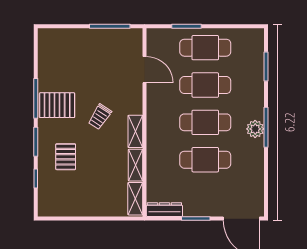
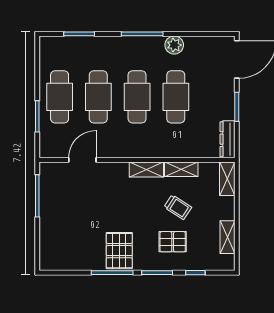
trolley: (100, 117) -> (178, 207), moved
plant: (255, 129) -> (174, 45), moved
shelving: (135, 199) -> (227, 179), moved, turned 90
shelving: (70, 210) -> (227, 237), added

